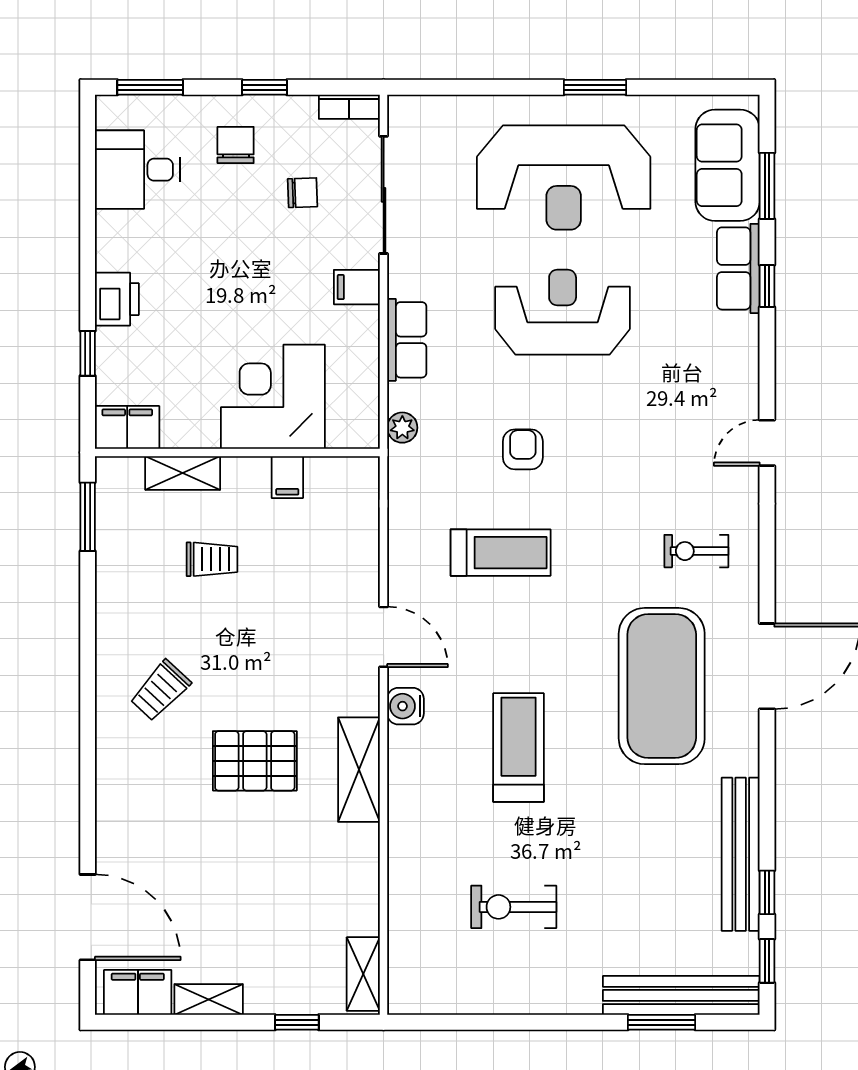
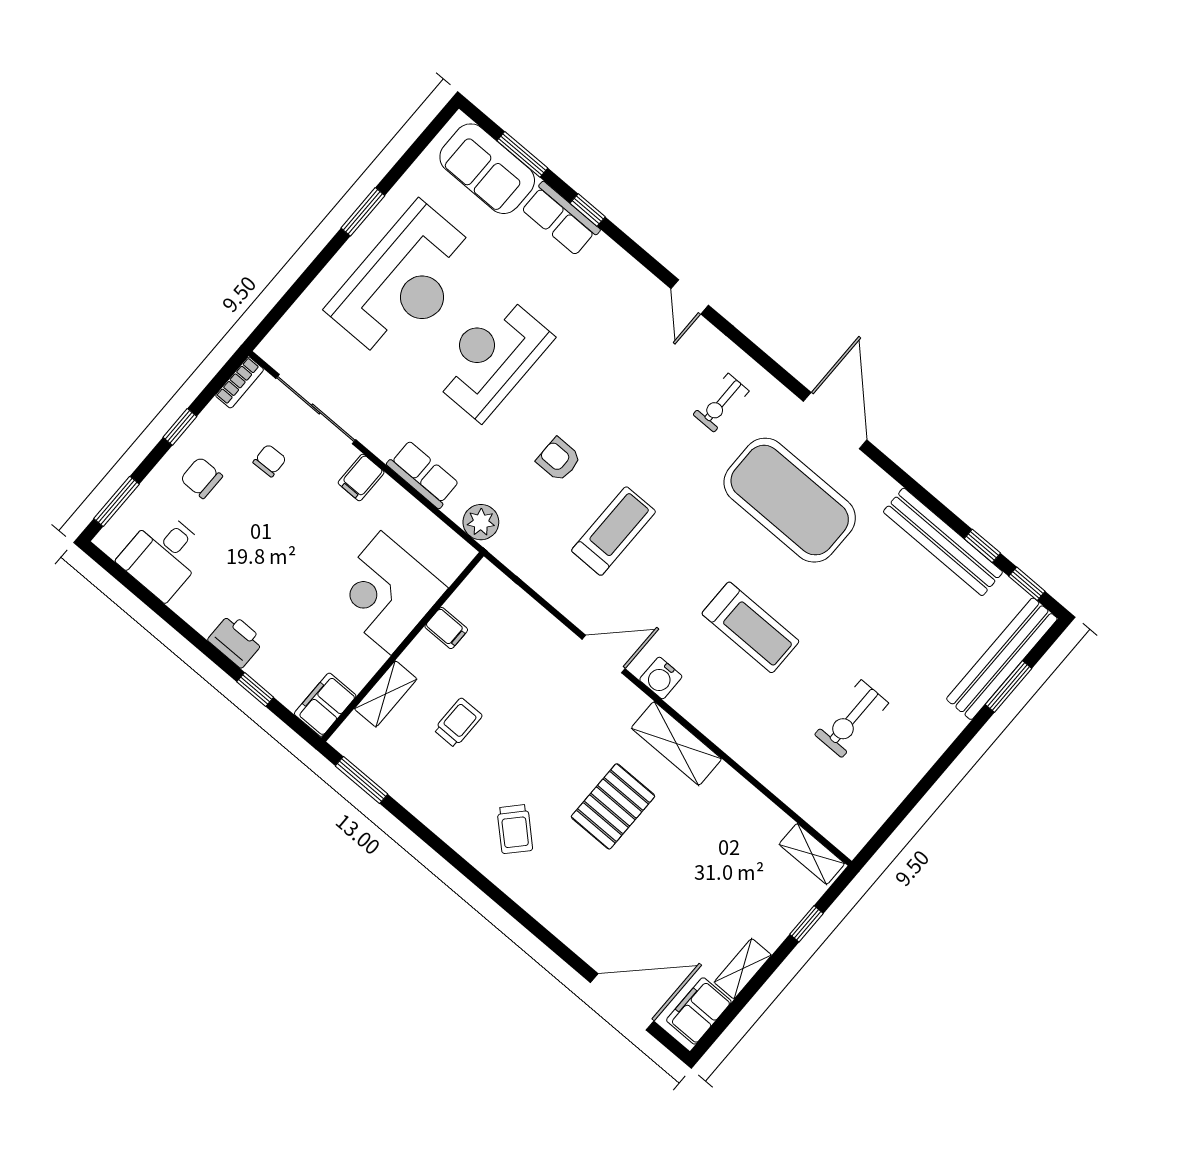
plant: (402, 428) -> (481, 522), width x1.38, depth x1.38
treadmill: (518, 748) -> (750, 627), turned 180

